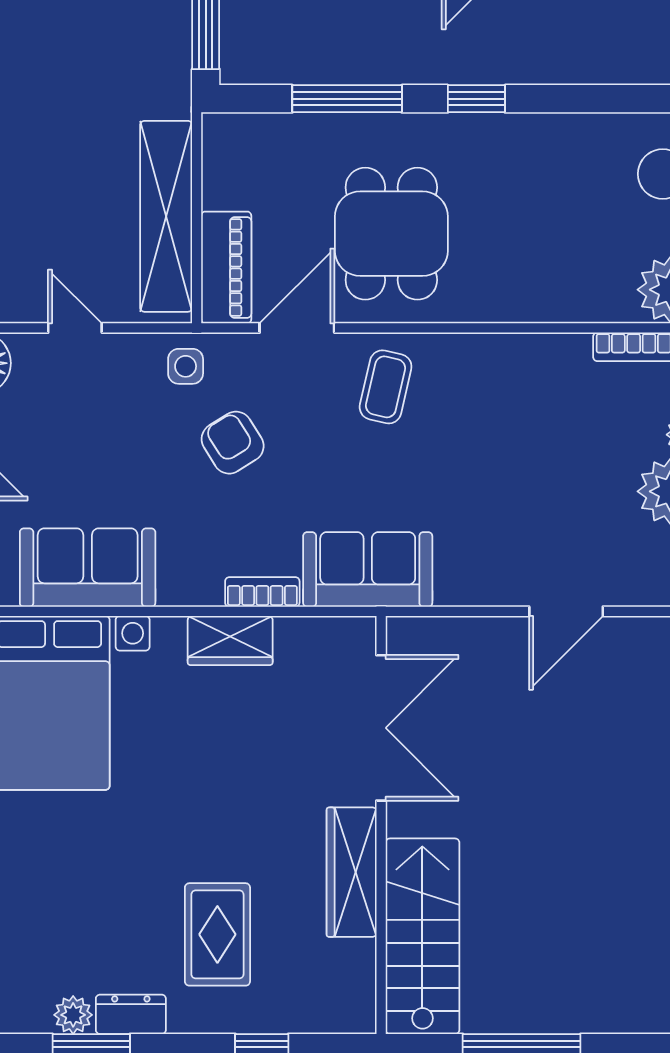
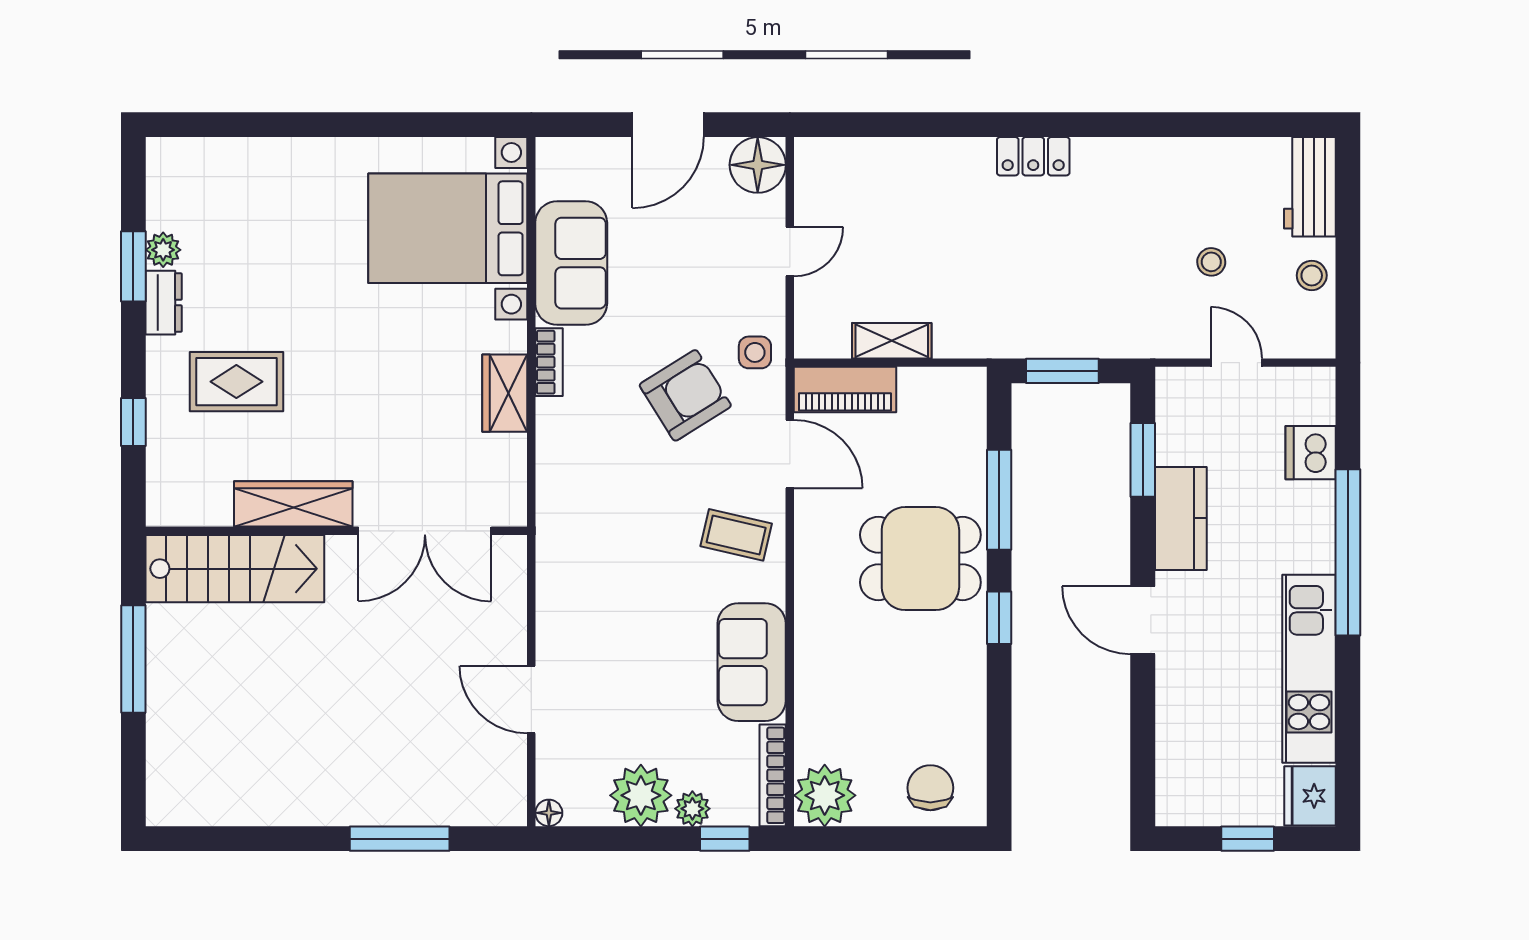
shelving: (166, 216) -> (892, 341), width x0.45, depth x0.75
dining table: (391, 234) -> (920, 559), moved
armchair: (233, 443) -> (685, 395), width x1.38, depth x1.38
sofa: (368, 569) -> (752, 662), moved, turned 180
bookcase: (262, 592) -> (549, 362), moved

